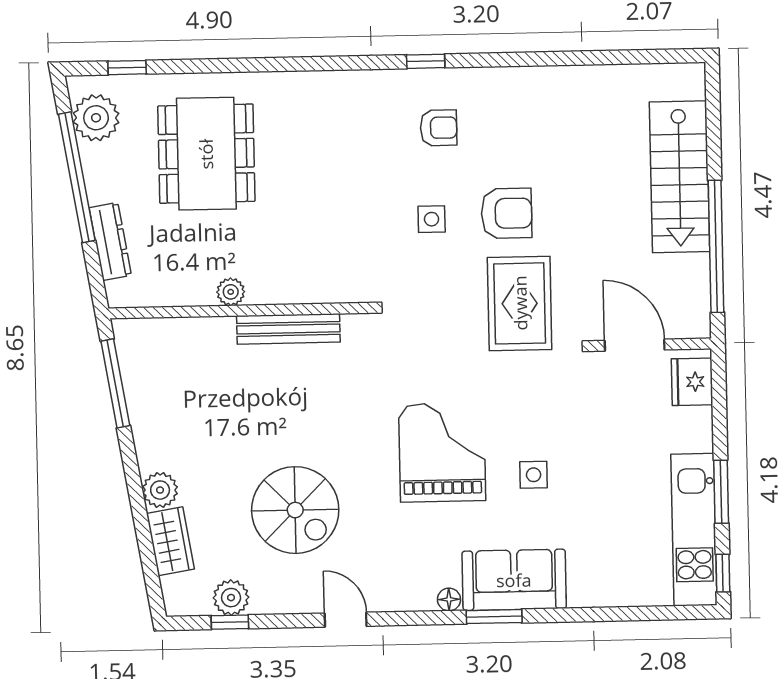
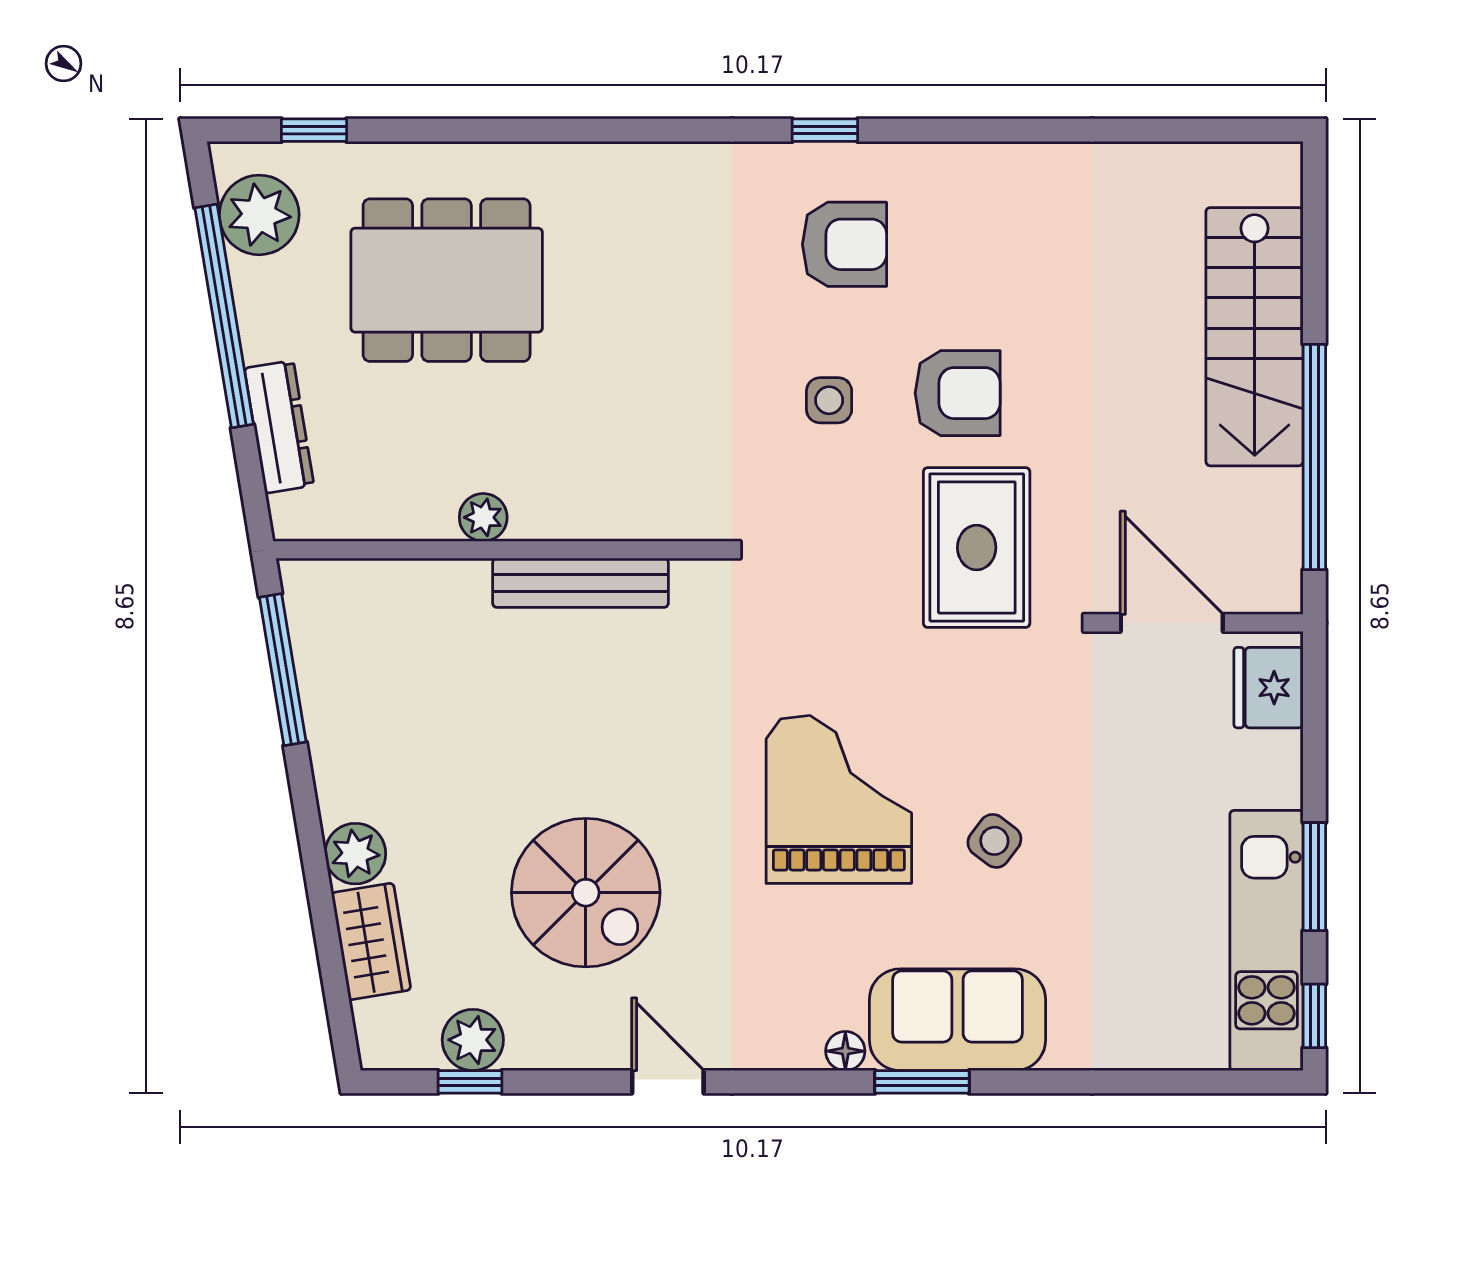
armchair: (439, 128) -> (844, 244), width x1.38, depth x1.38
dining table: (206, 154) -> (447, 280), turned 90
side table: (534, 475) -> (994, 841), turned 37

